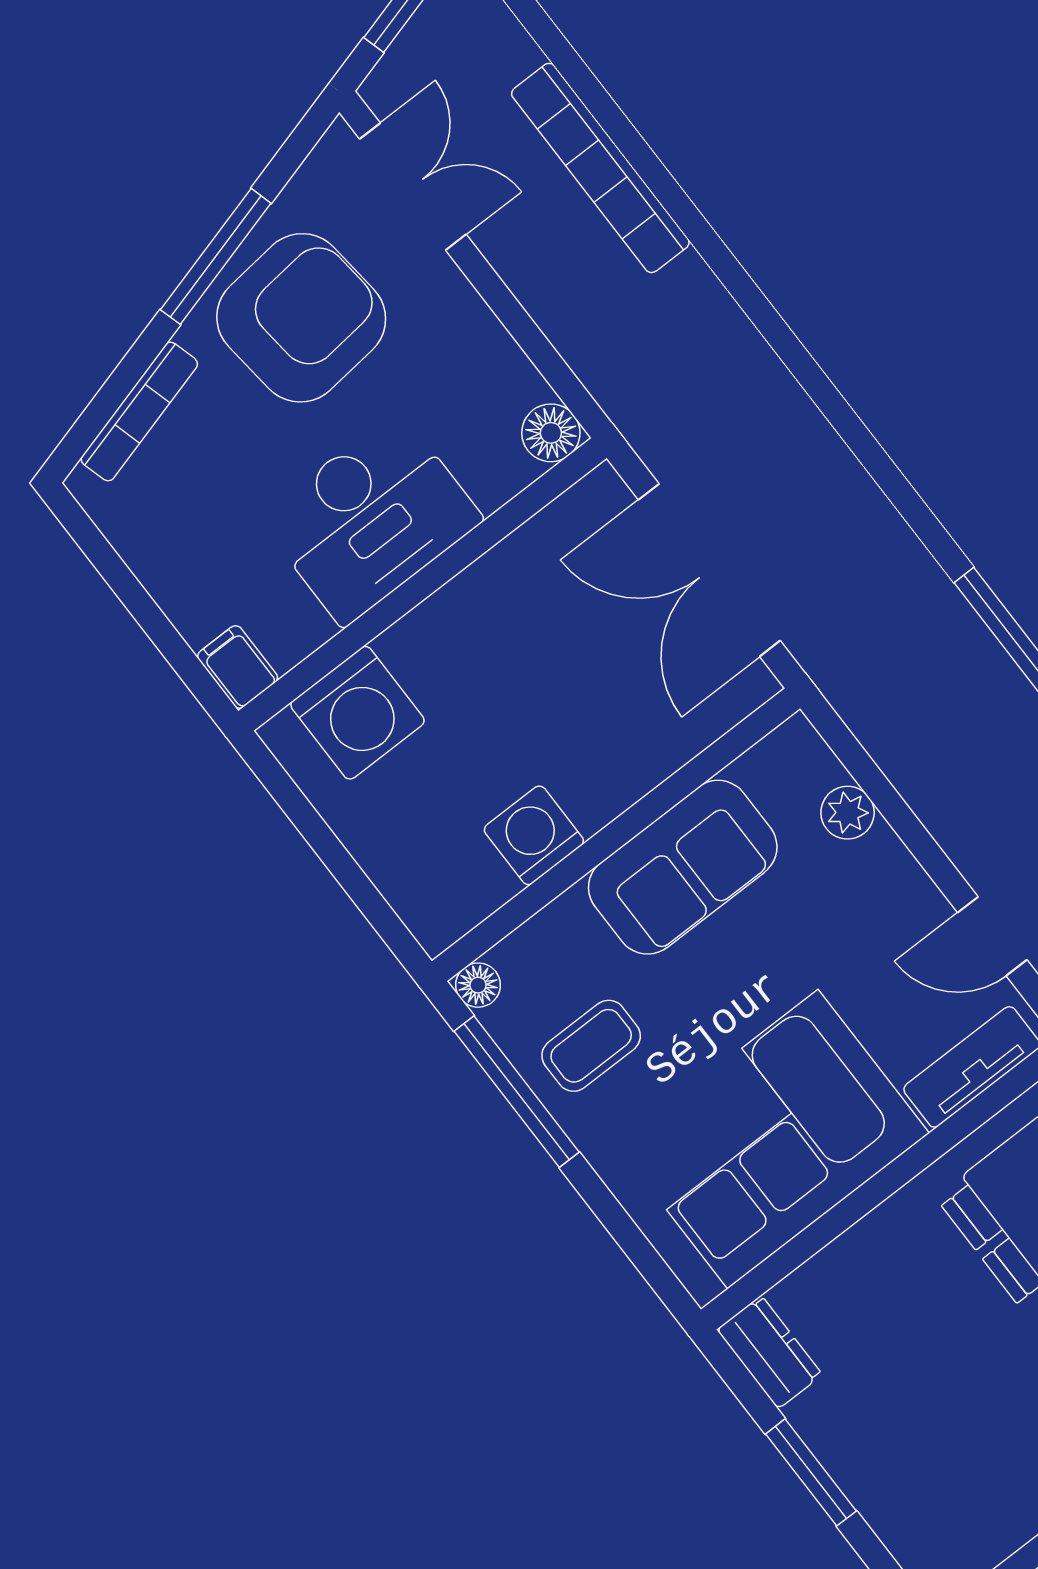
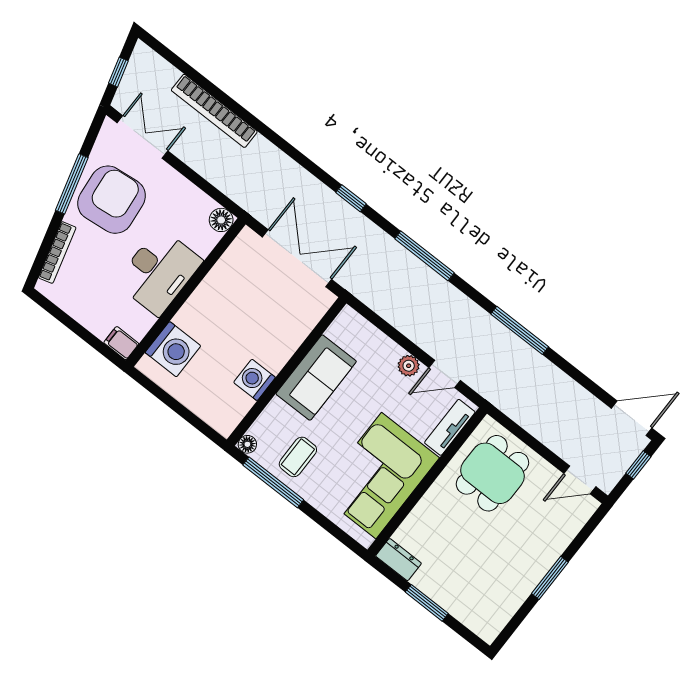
window: (875, 459) -> (351, 198), added
double door: (709, 570) -> (297, 258), swing flipped
plant: (848, 813) -> (409, 366), moved

